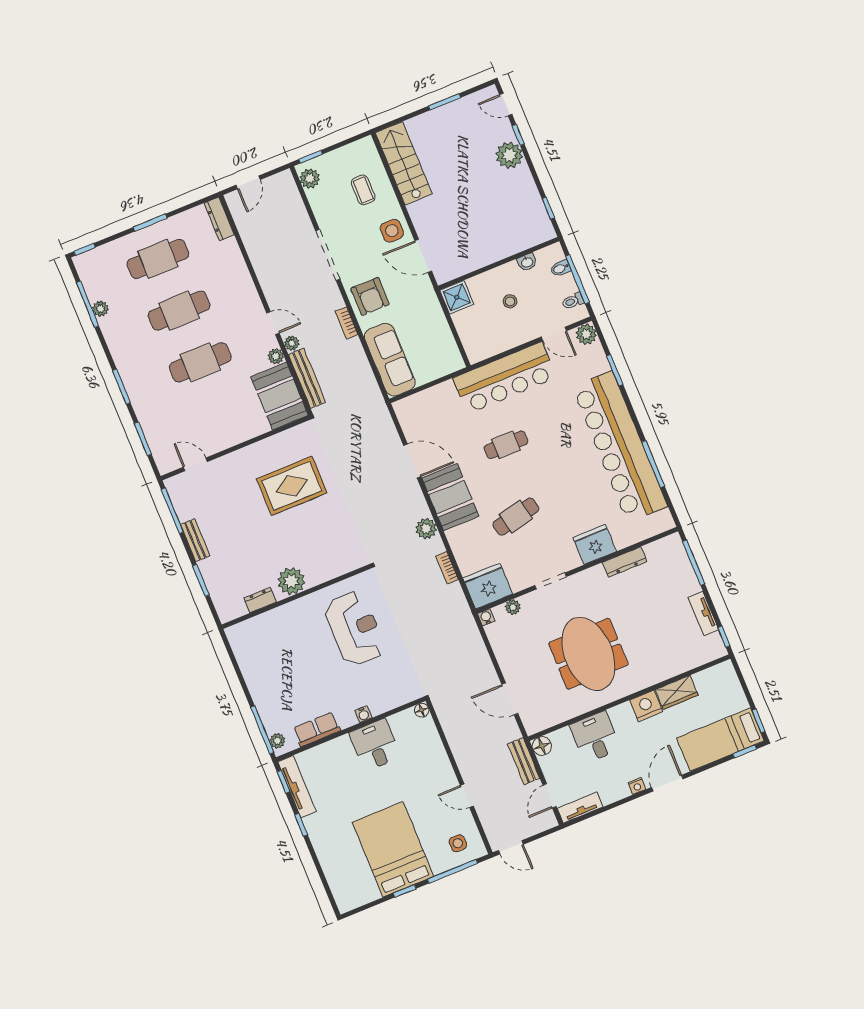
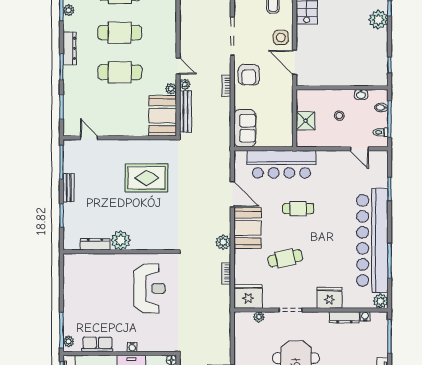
shower: (457, 297) -> (305, 121), moved
plant: (586, 334) -> (381, 301), moved
dresser: (122, 358) -> (70, 48), added
sofa: (390, 360) -> (245, 128), width x0.73
bar counter: (505, 378) -> (281, 164), moved
dresser: (260, 600) -> (95, 244), width x1.44
water cooler: (486, 617) -> (365, 316), moved

